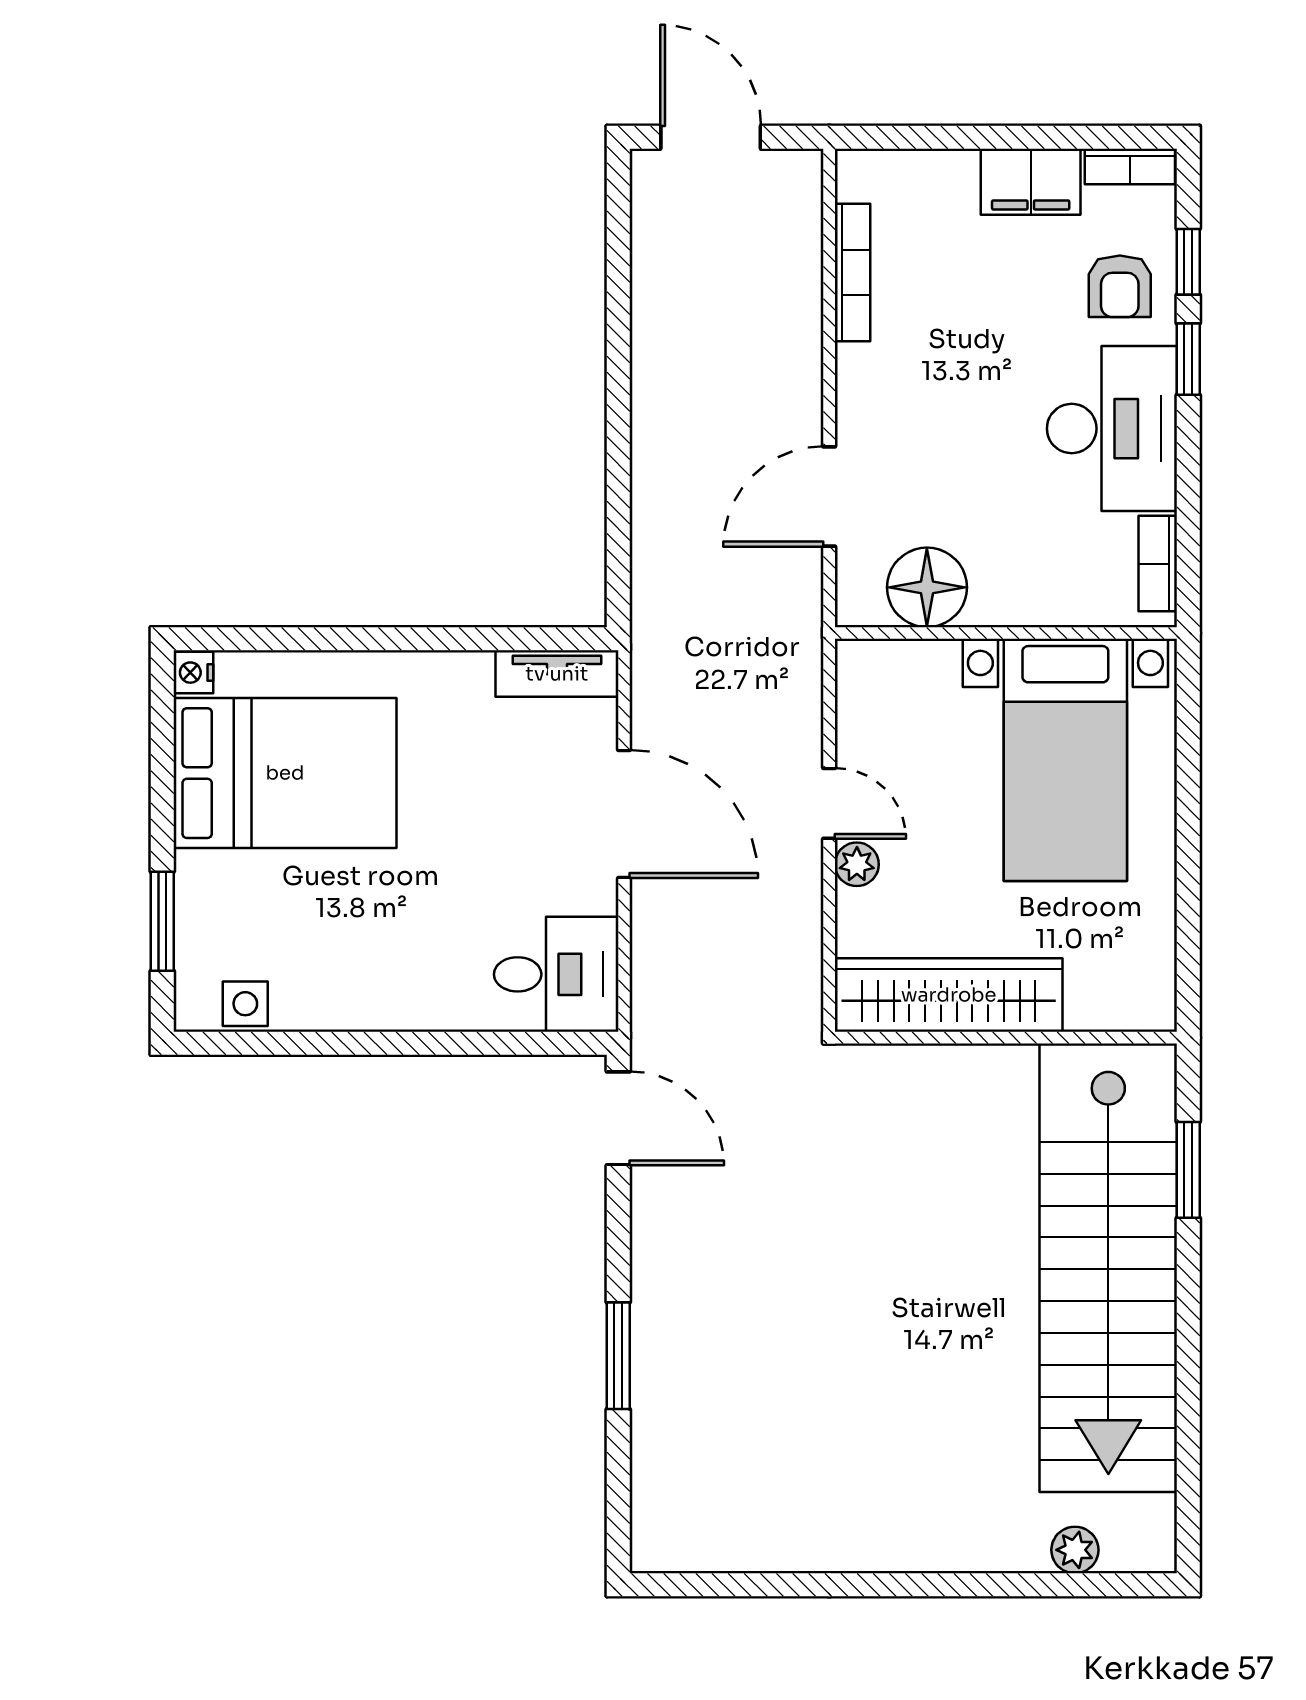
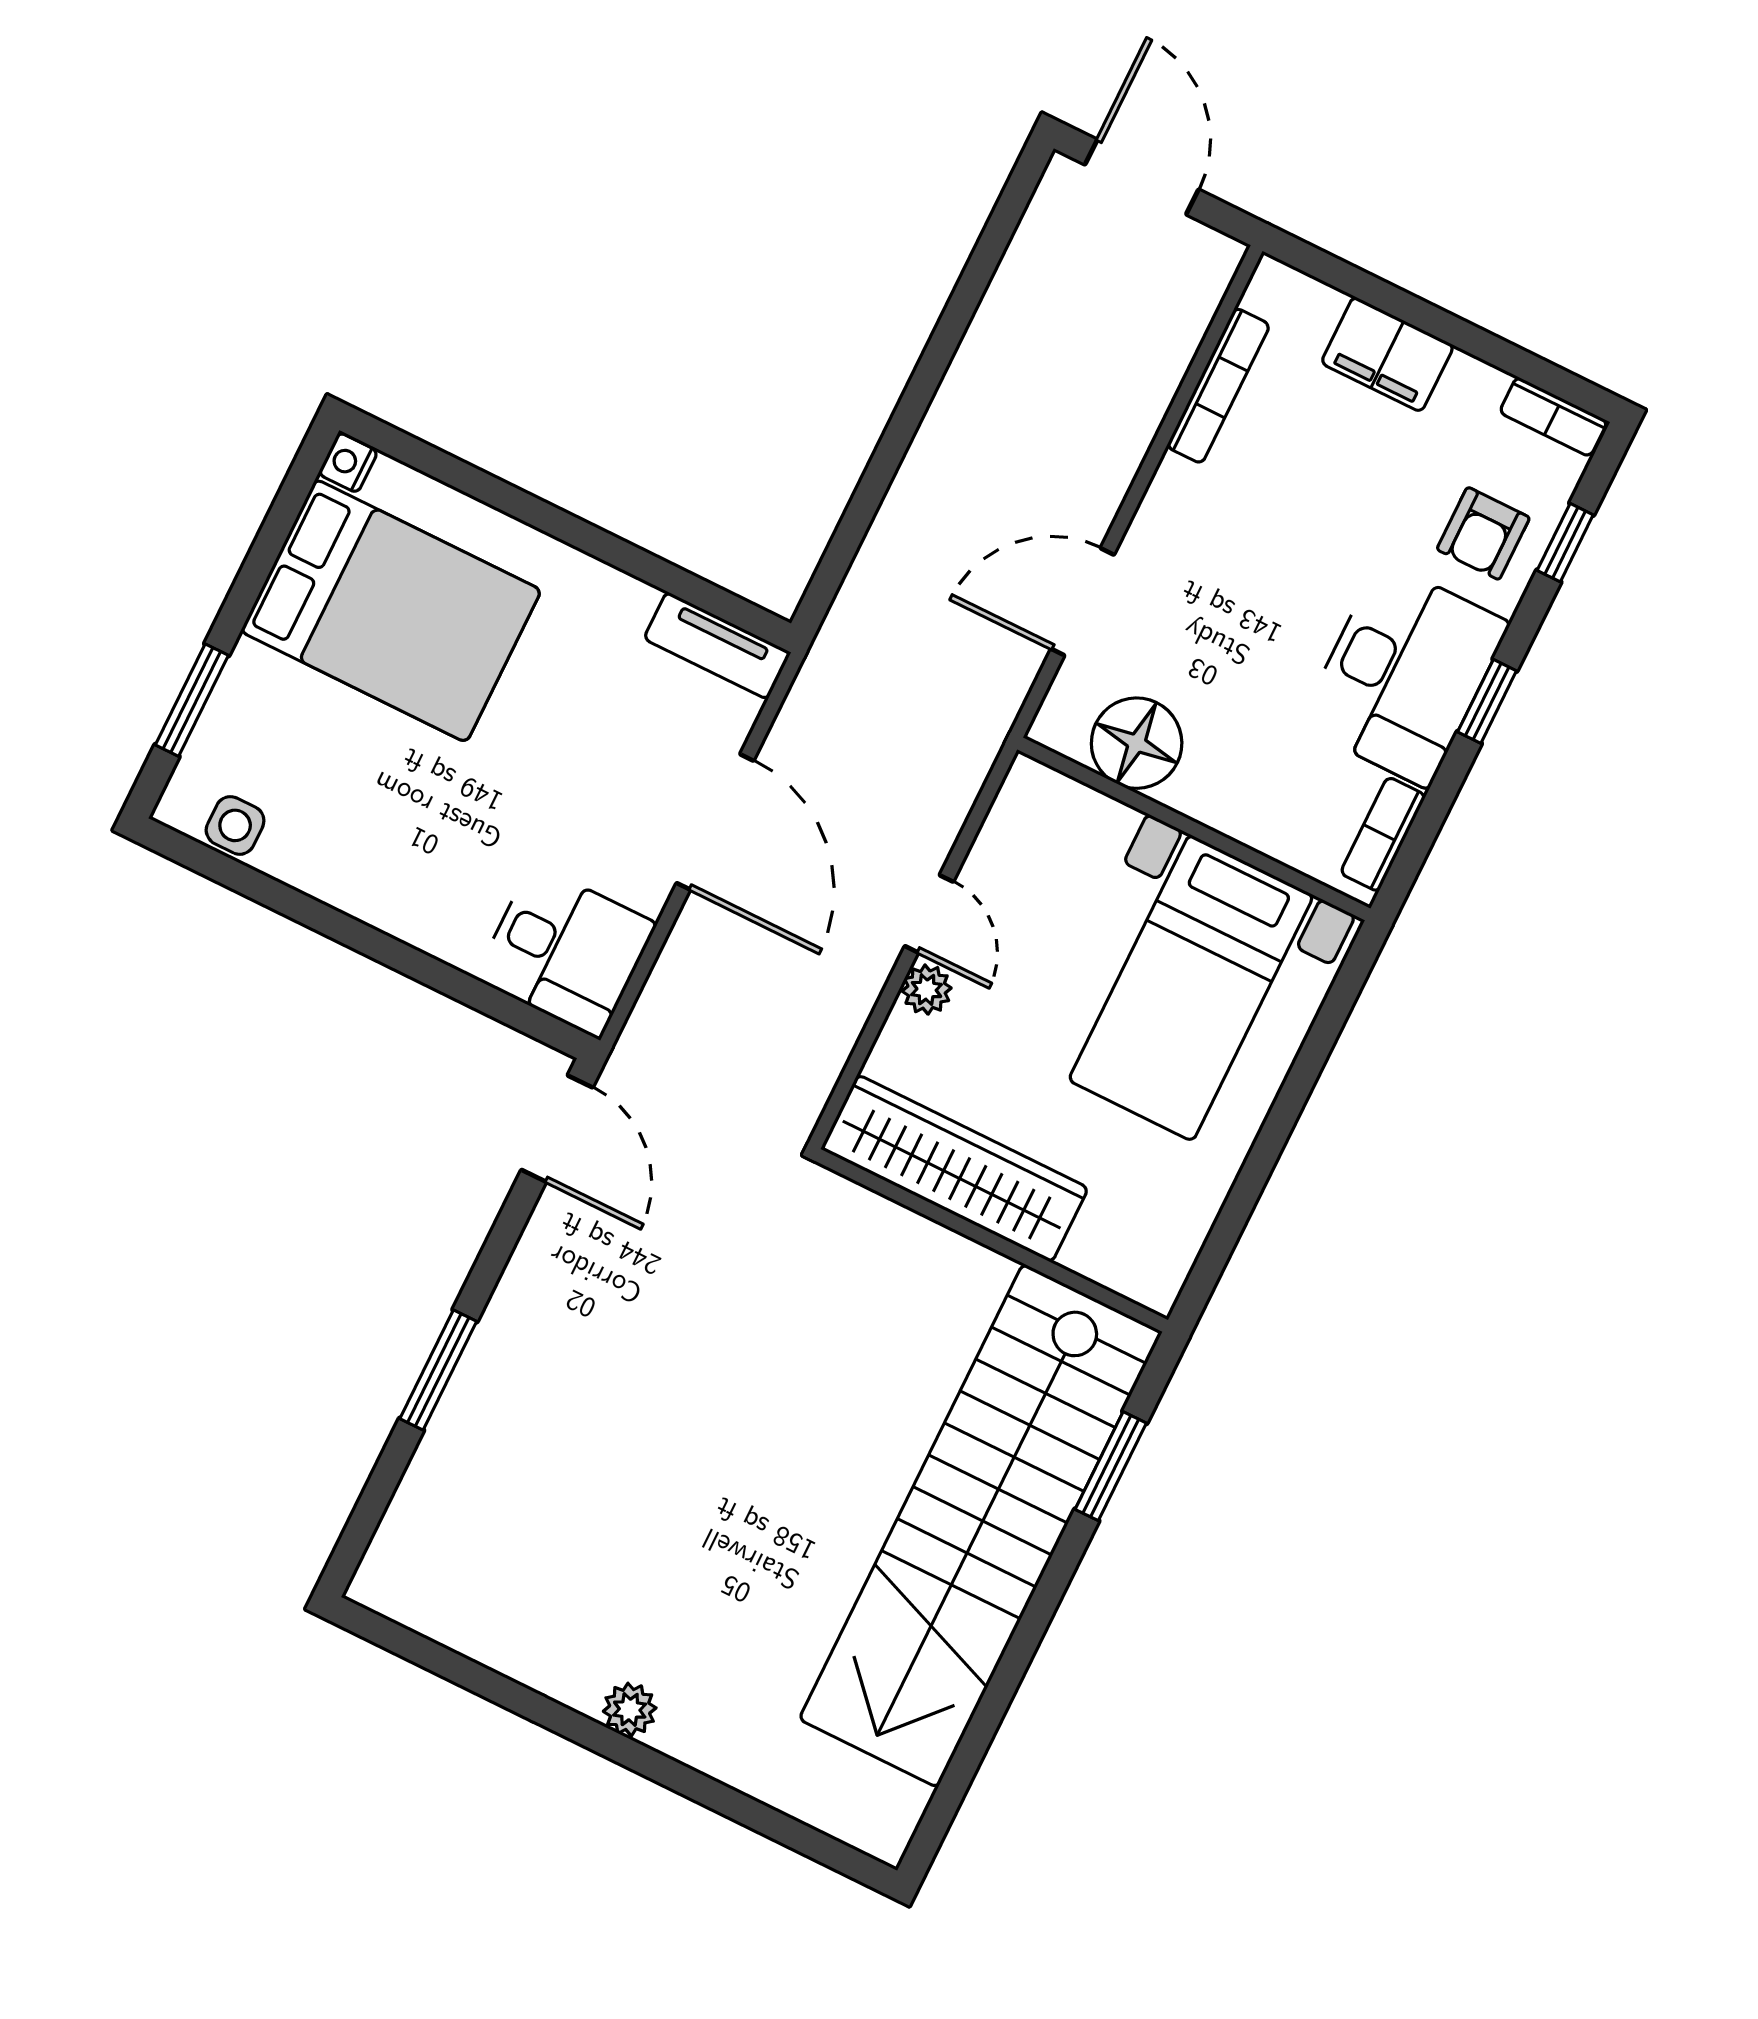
filing cabinet: (1031, 182) -> (1387, 354), moved
window: (1188, 359) -> (1487, 701), moved
plant: (1075, 1550) -> (630, 1710), moved

